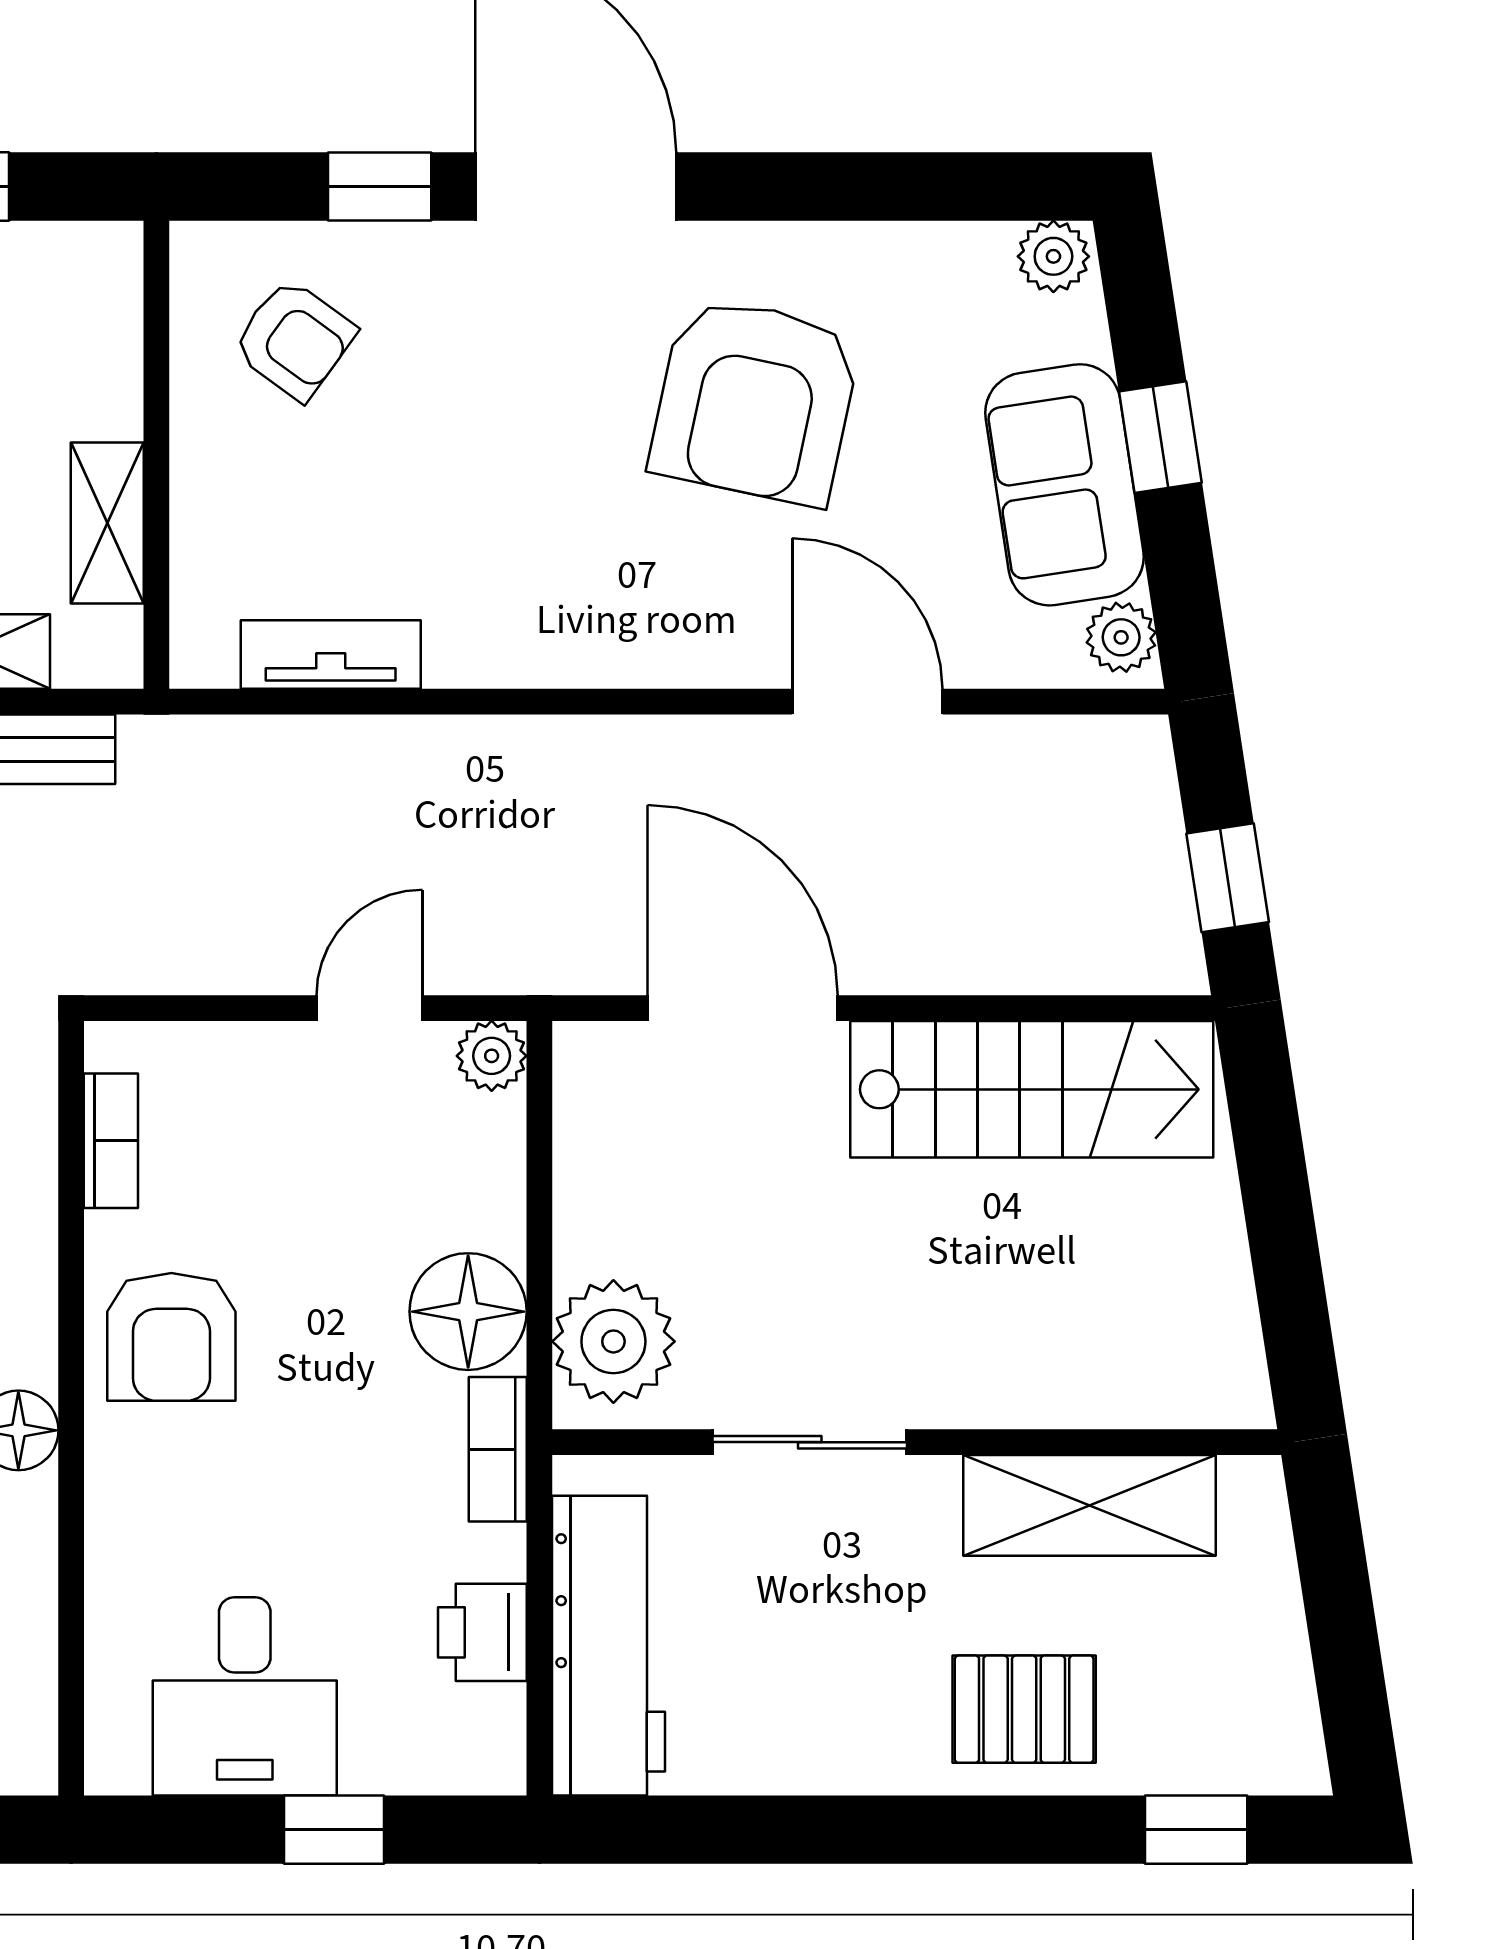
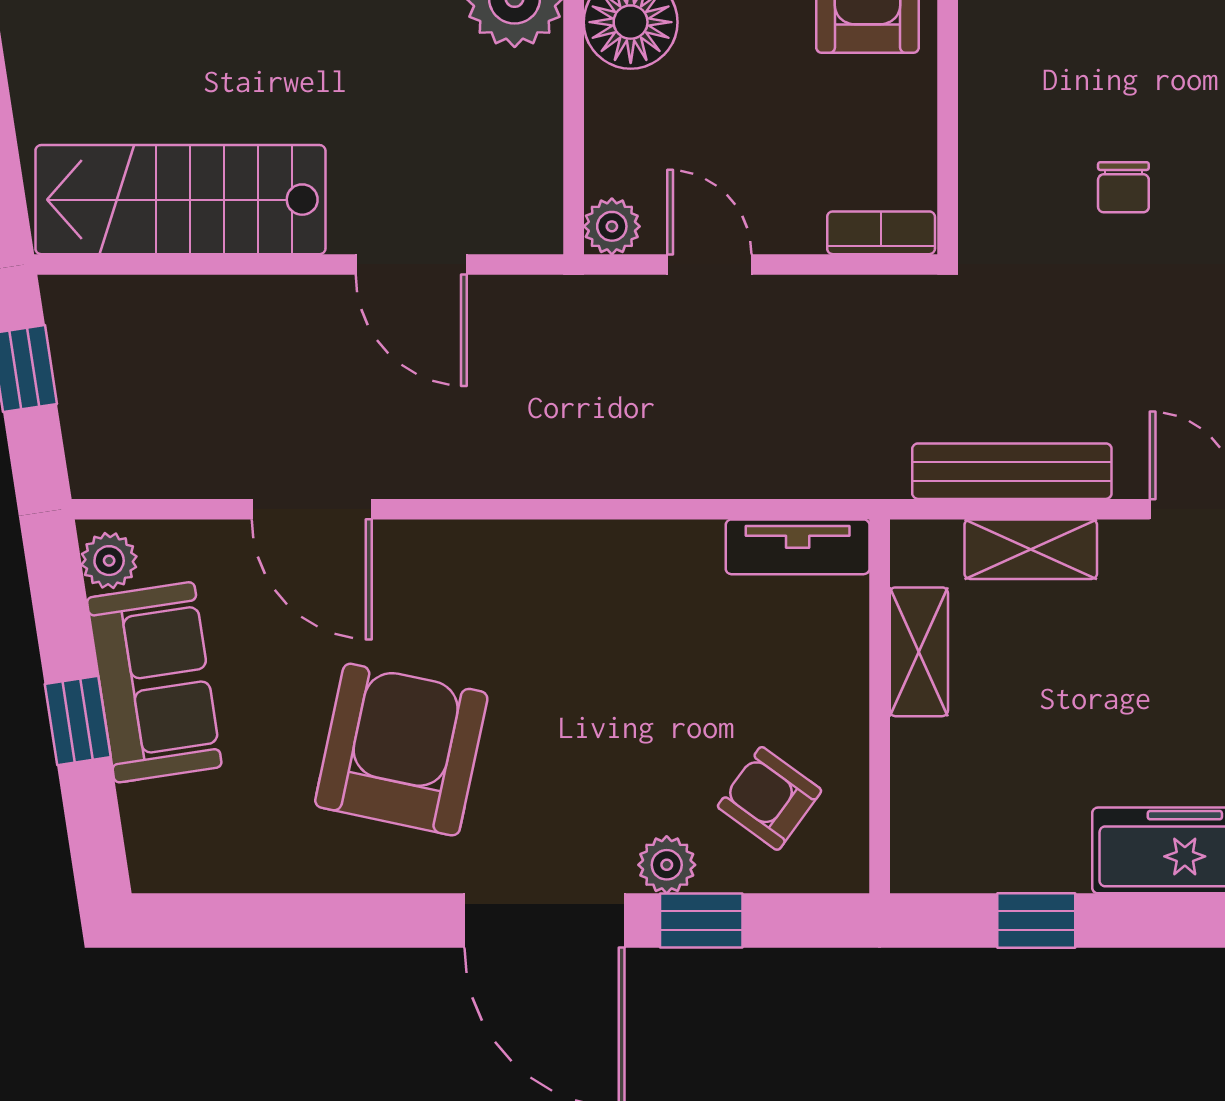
plant: (1053, 256) -> (667, 865), moved
tv unit: (331, 654) -> (798, 547), moved
door: (370, 1008) -> (709, 264), swing flipped
door: (743, 1008) -> (411, 264), width x0.73
bookcase: (111, 1141) -> (881, 233), moved, turned 90

